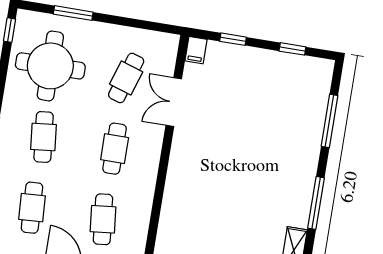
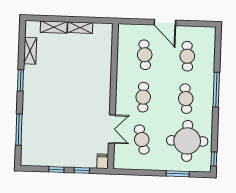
window: (292, 49) -> (56, 169), moved
cafe table: (126, 78) -> (142, 140), turned -33
window: (316, 203) -> (21, 80), width x0.69

